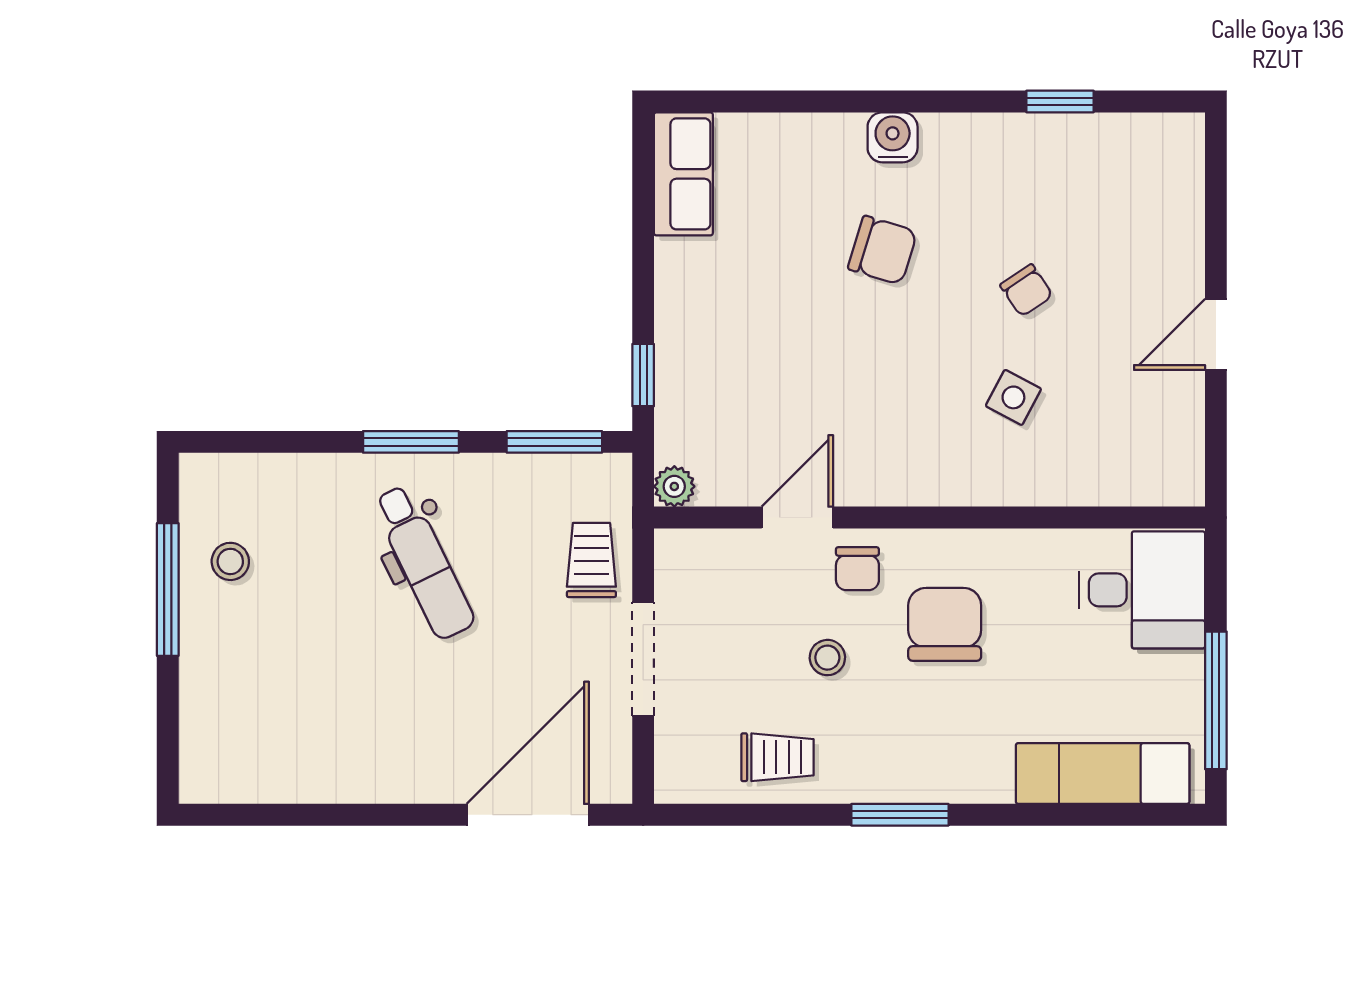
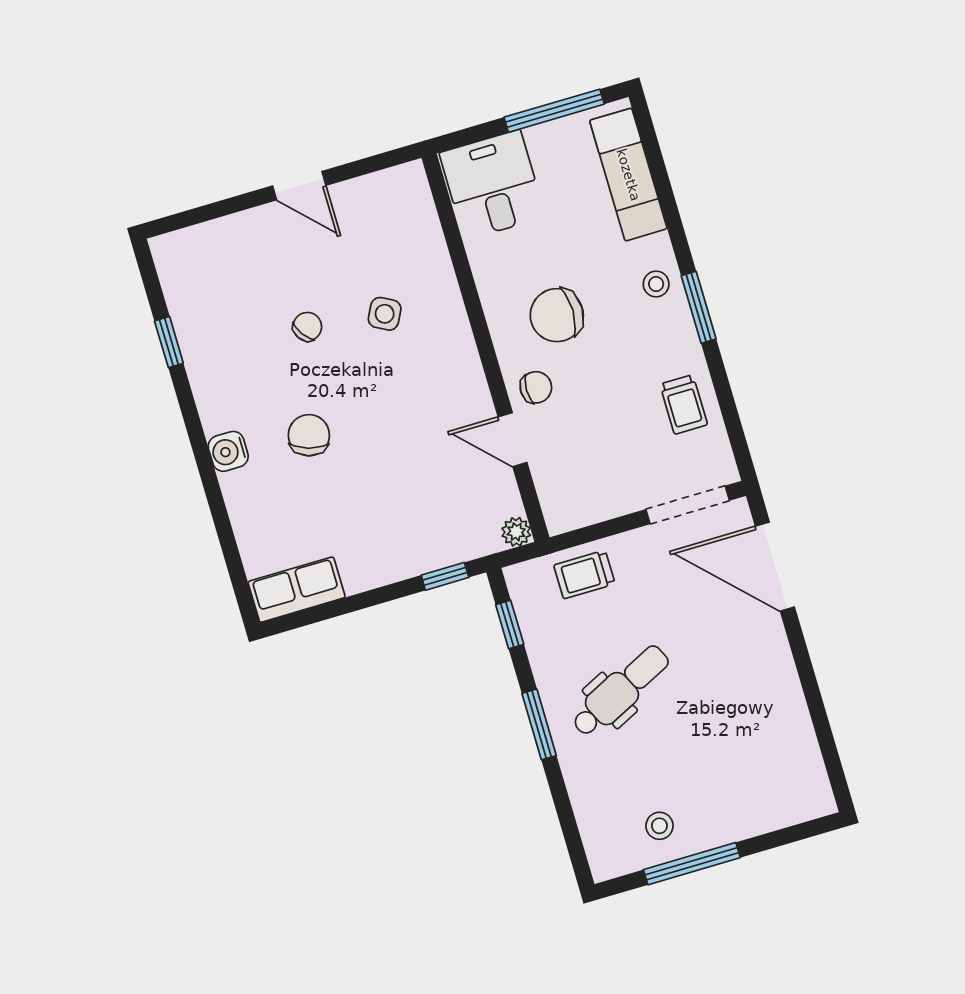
window: (554, 442) -> (510, 625), width x0.67
stool: (827, 658) -> (656, 284), moved
doorway: (643, 659) -> (688, 505), moved
trolley: (777, 757) -> (684, 404), turned 180

